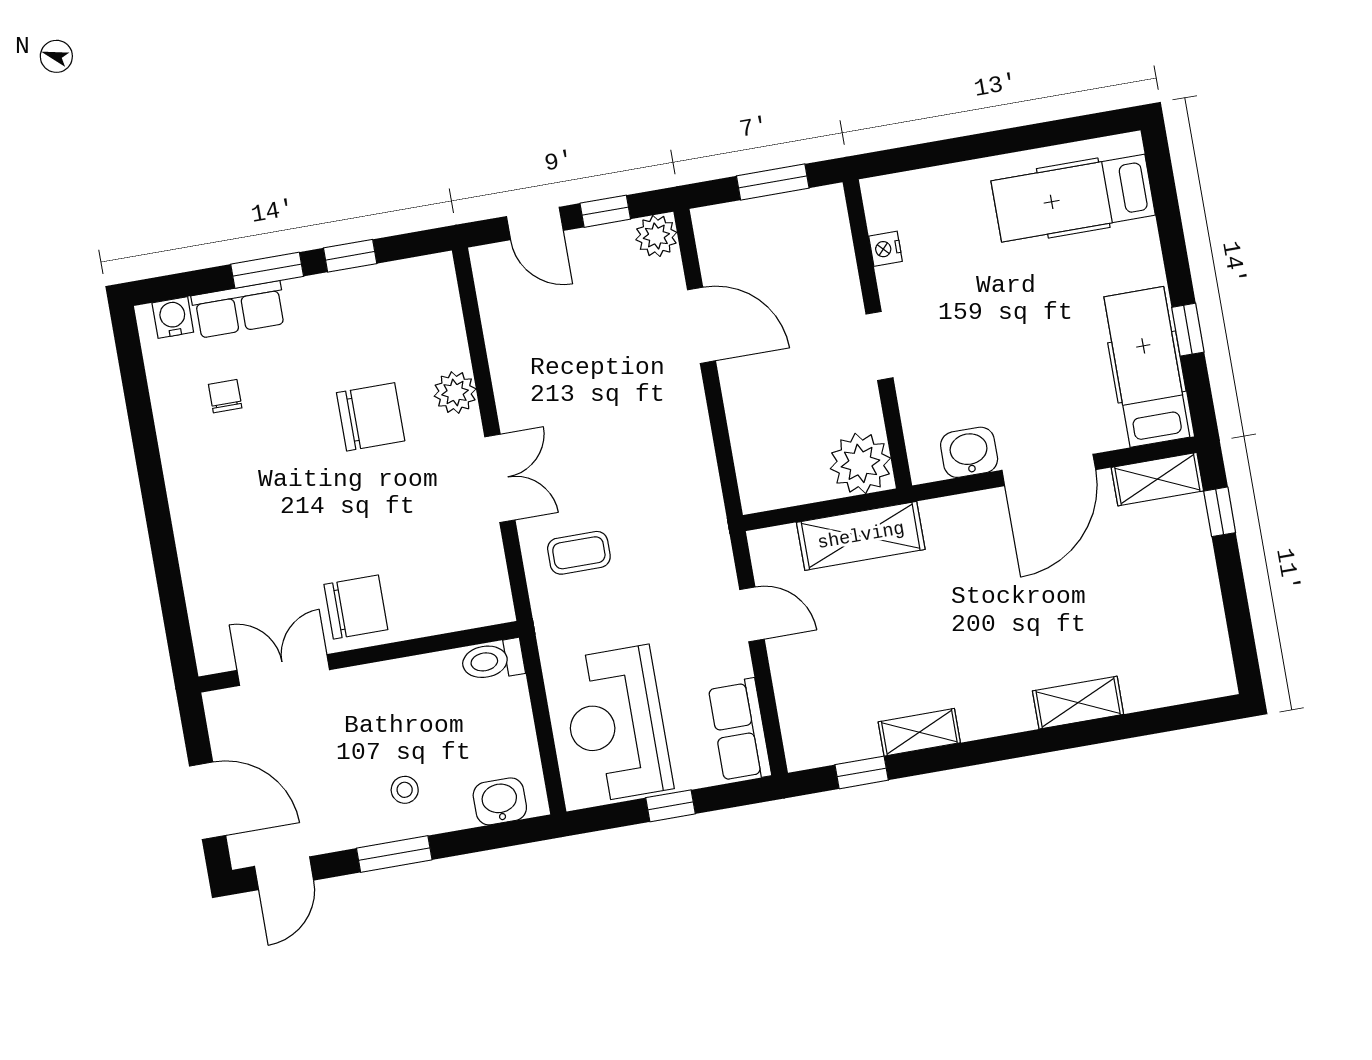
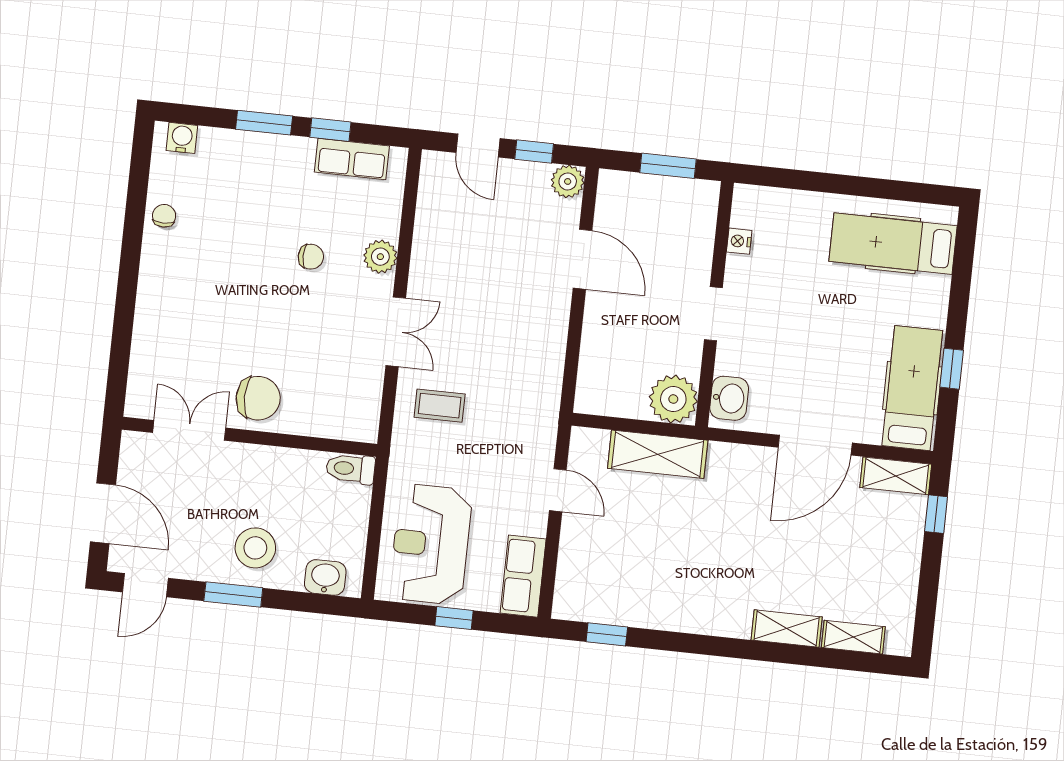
row of seats: (239, 310) -> (352, 159), moved
chair: (225, 396) -> (164, 216), moved
chair: (371, 417) -> (311, 257), width x0.54, depth x0.54
washbasin: (969, 452) -> (729, 398), moved, turned 90
shelving: (919, 732) -> (853, 637), moved
stool: (405, 790) -> (255, 548), width x1.89, depth x1.89

